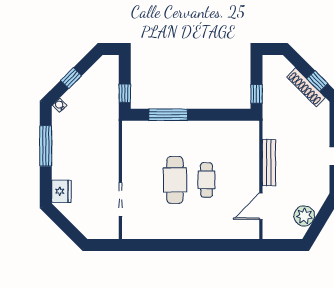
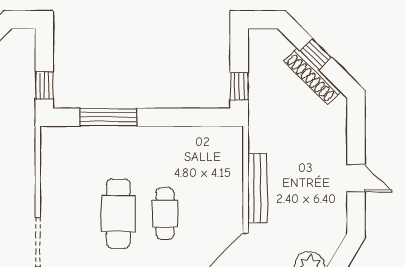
window: (317, 81) -> (316, 54), moved

